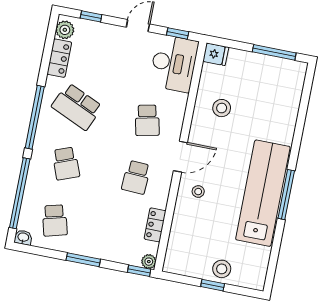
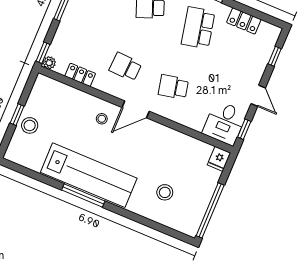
plant: (65, 30) -> (268, 31), removed
window: (274, 52) -> (210, 210), width x1.46
desk: (174, 63) -> (225, 123), width x0.73
school desk: (77, 107) -> (198, 28), turned -36
stool: (222, 108) -> (165, 192), moved
door: (180, 157) -> (136, 109), hinge flipped

